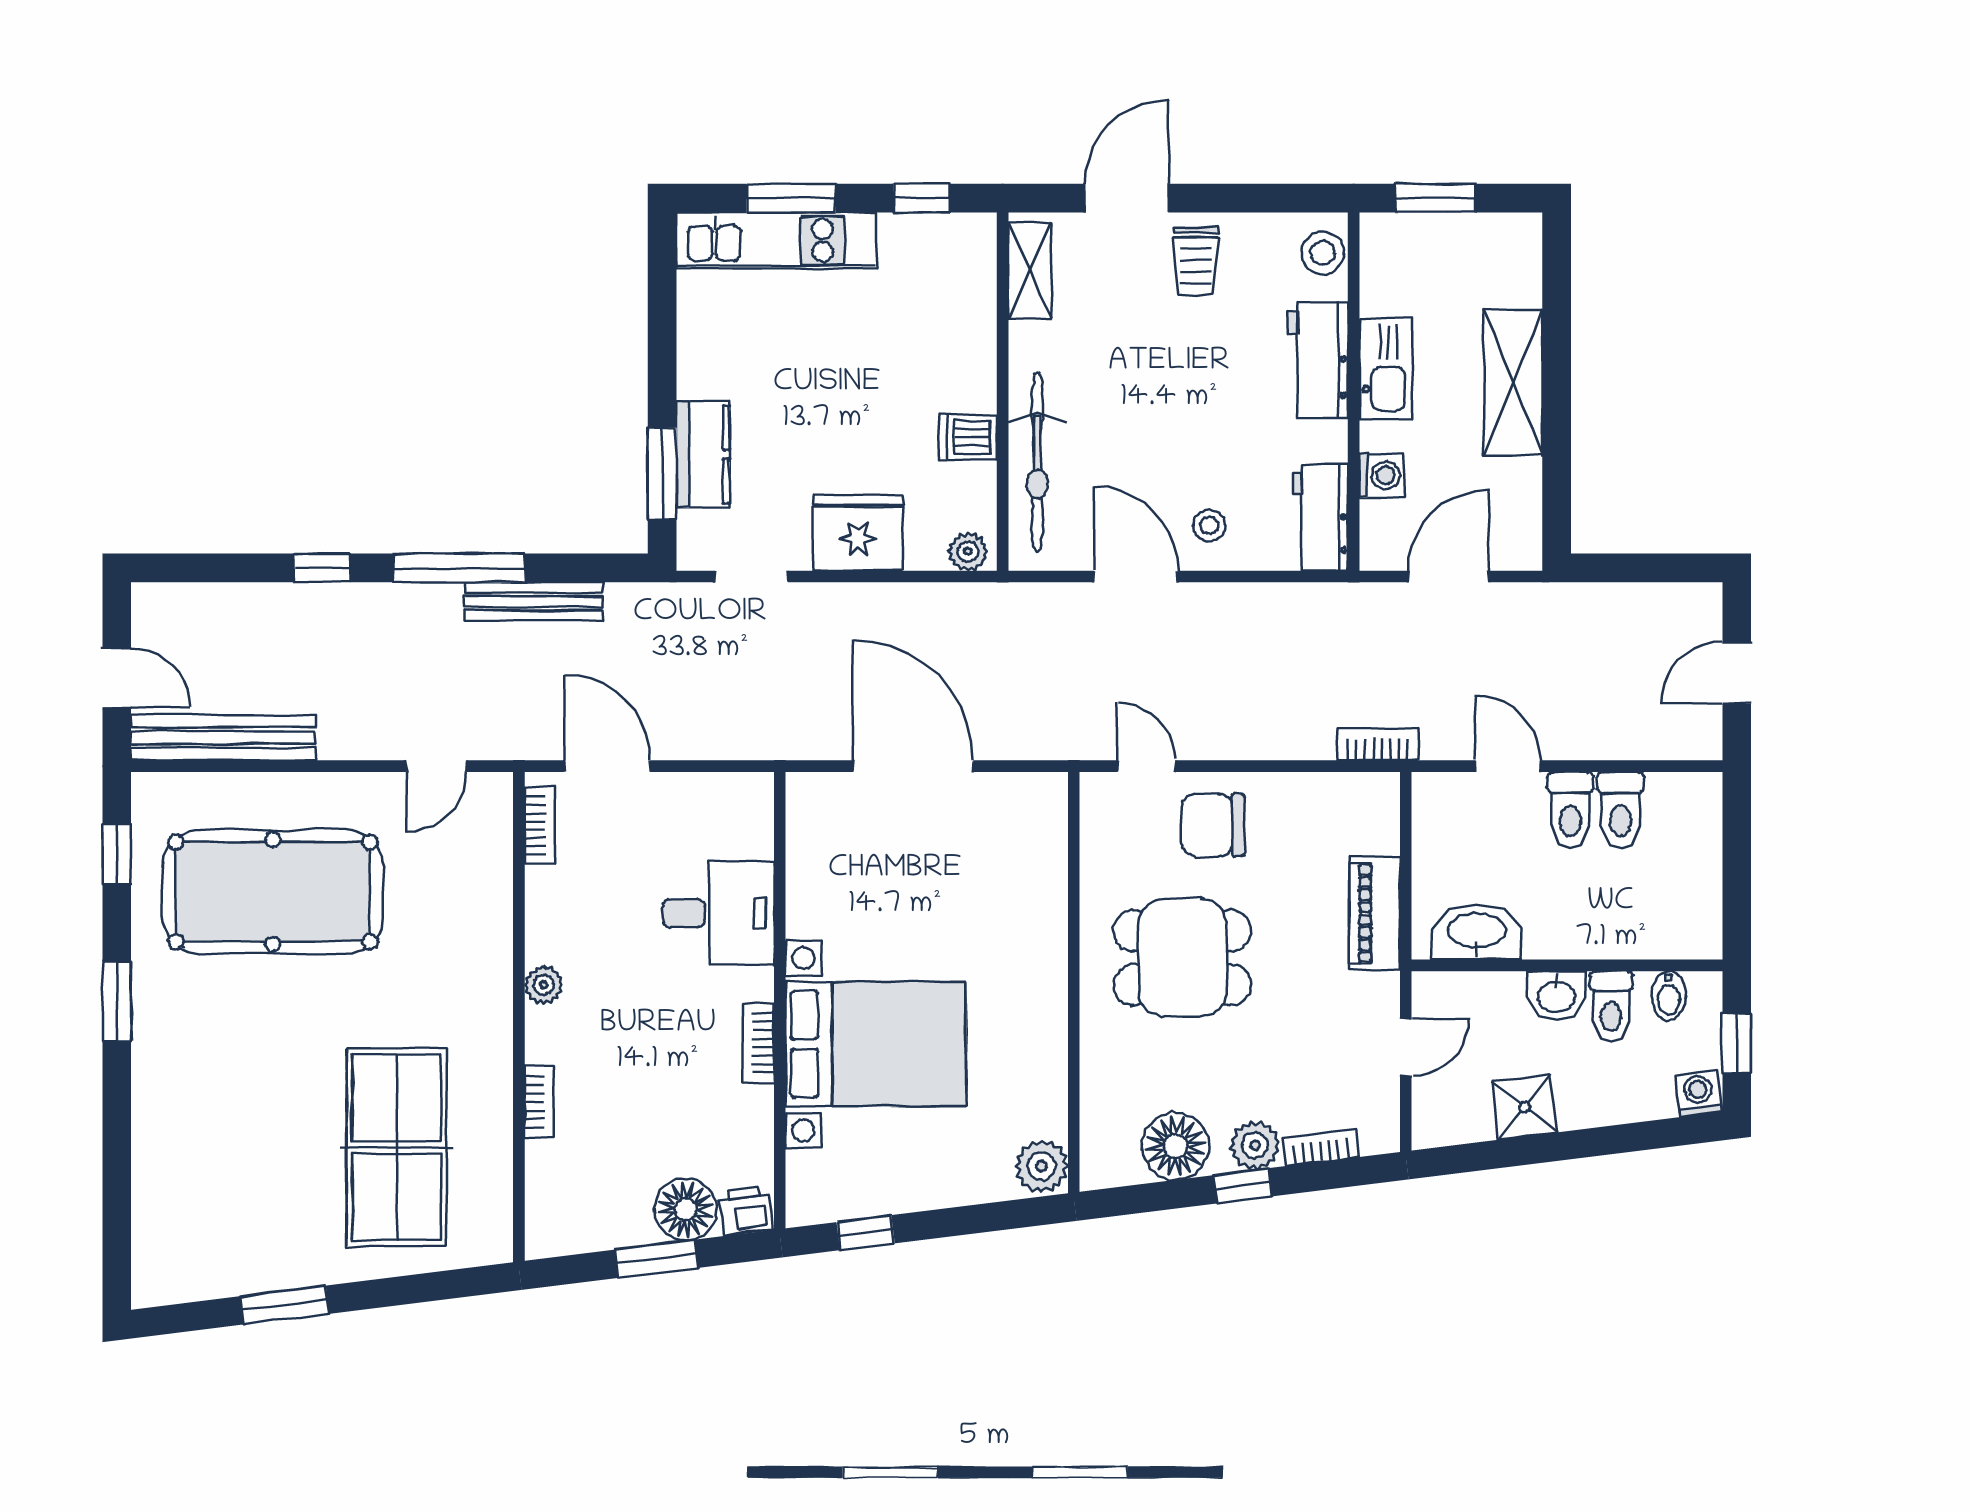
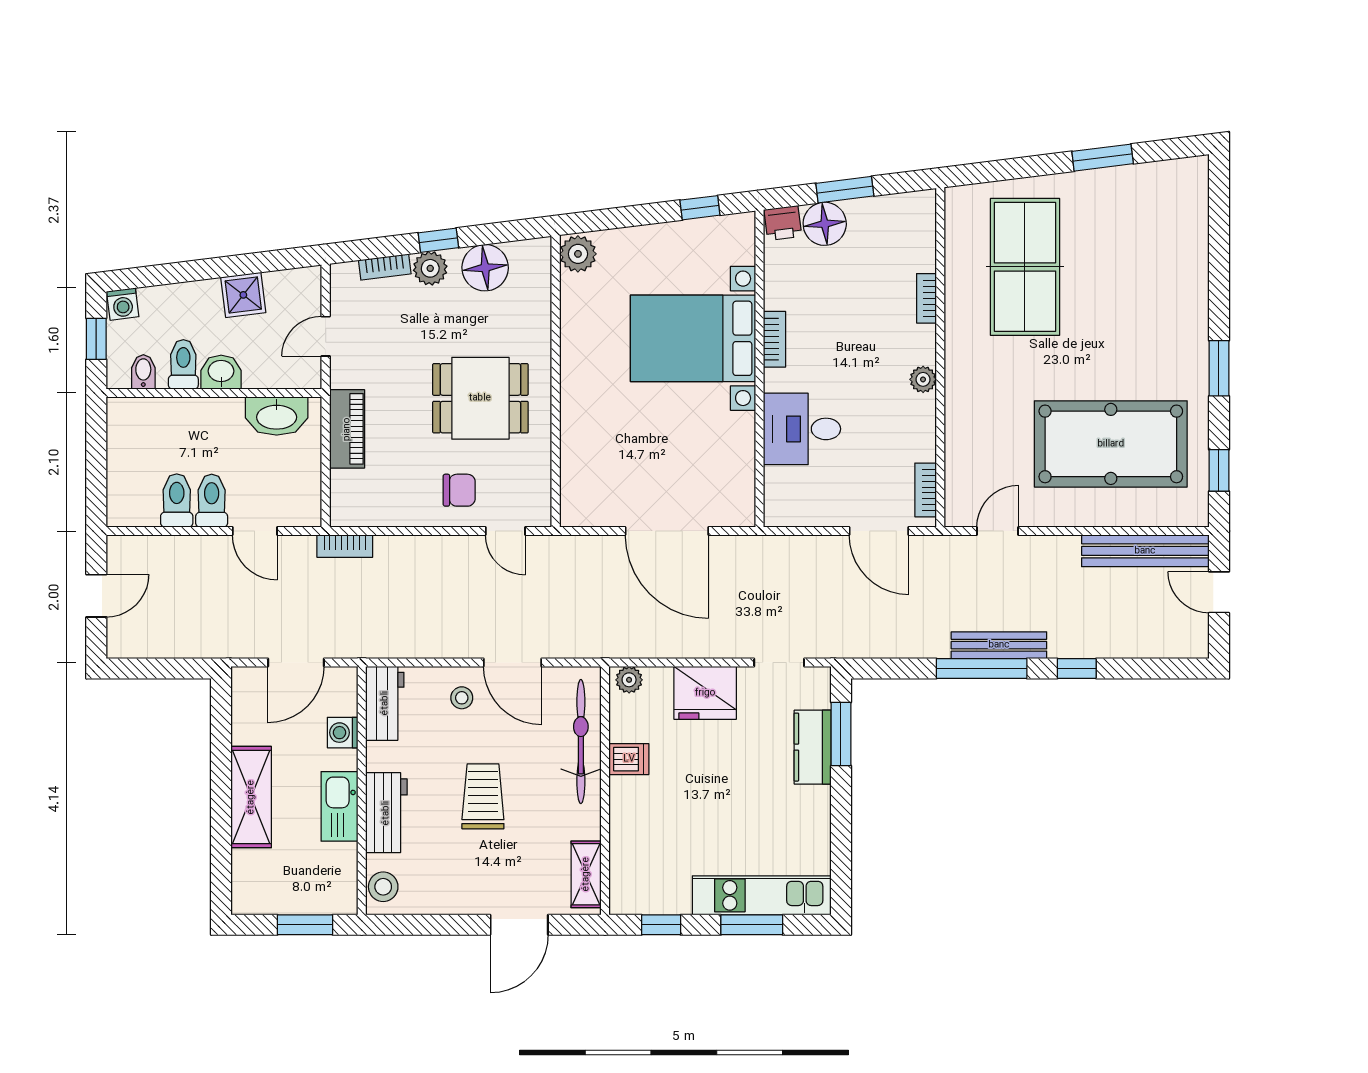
trolley: (1196, 261) -> (483, 796), moved, width x1.36, depth x1.39
bench: (534, 601) -> (999, 645), moved
chair: (1213, 825) -> (459, 490), width x0.73, depth x0.73

